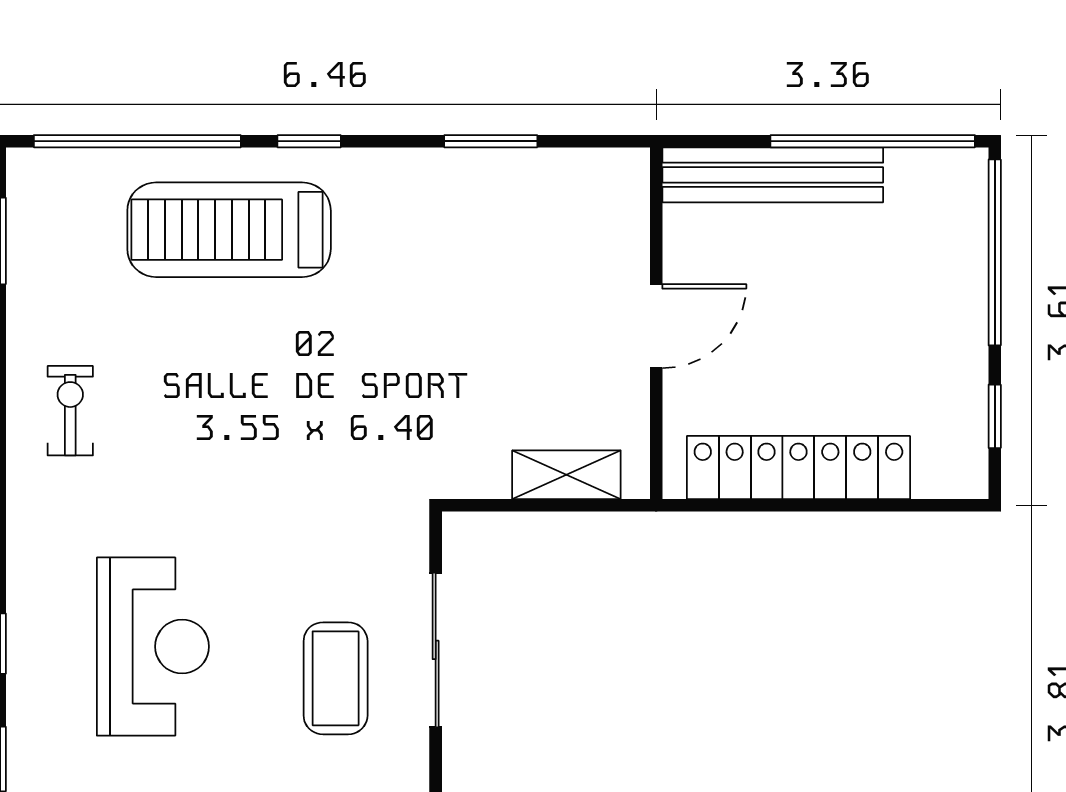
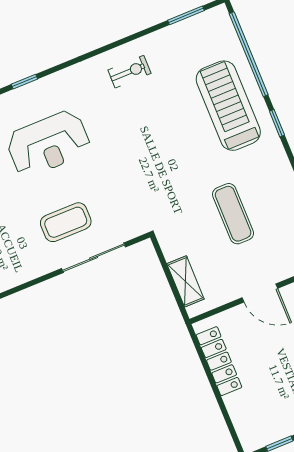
exercise mat: (464, 314) -> (233, 214), added
locker: (798, 468) -> (219, 361), width x0.71, depth x0.83

